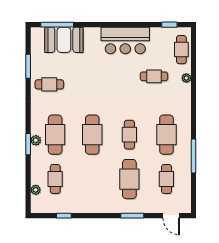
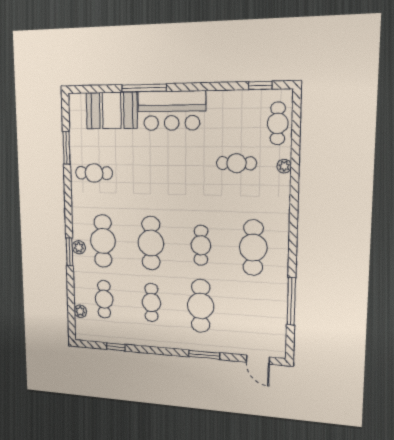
window: (57, 25) -> (144, 88), moved
bar counter: (125, 40) -> (172, 111), moved
window: (193, 156) -> (291, 301), moved
cafe table: (166, 179) -> (151, 302), moved

